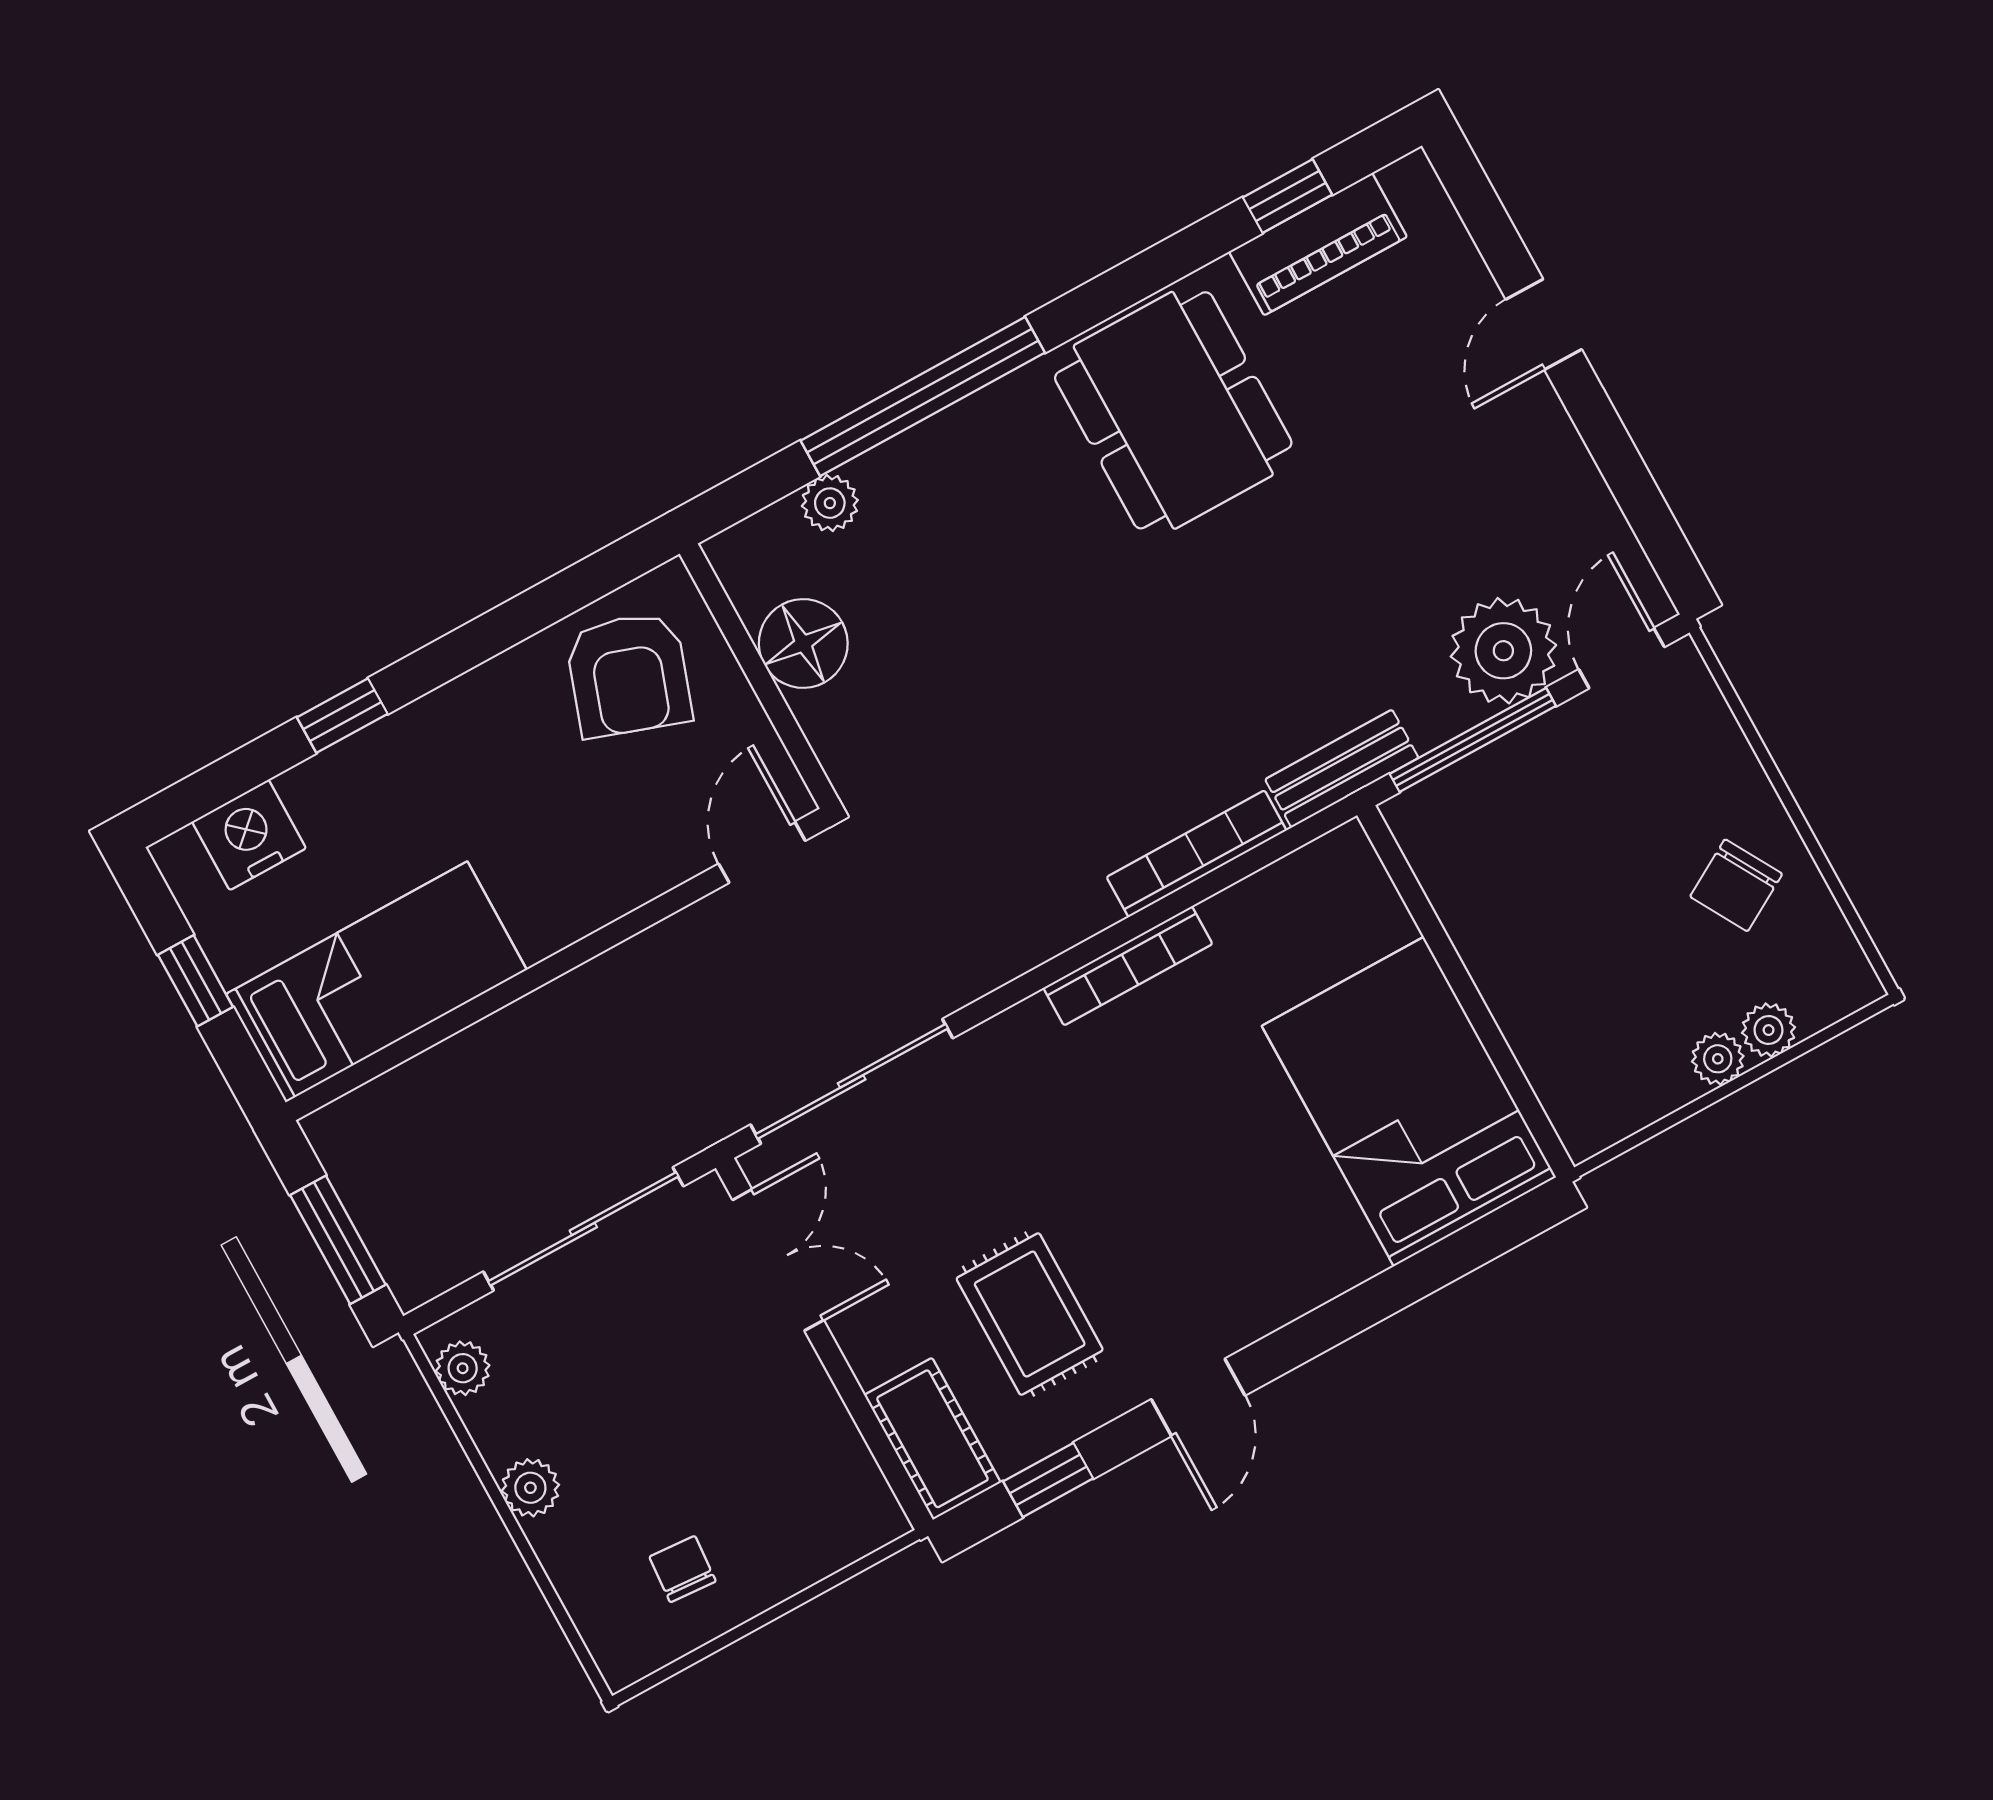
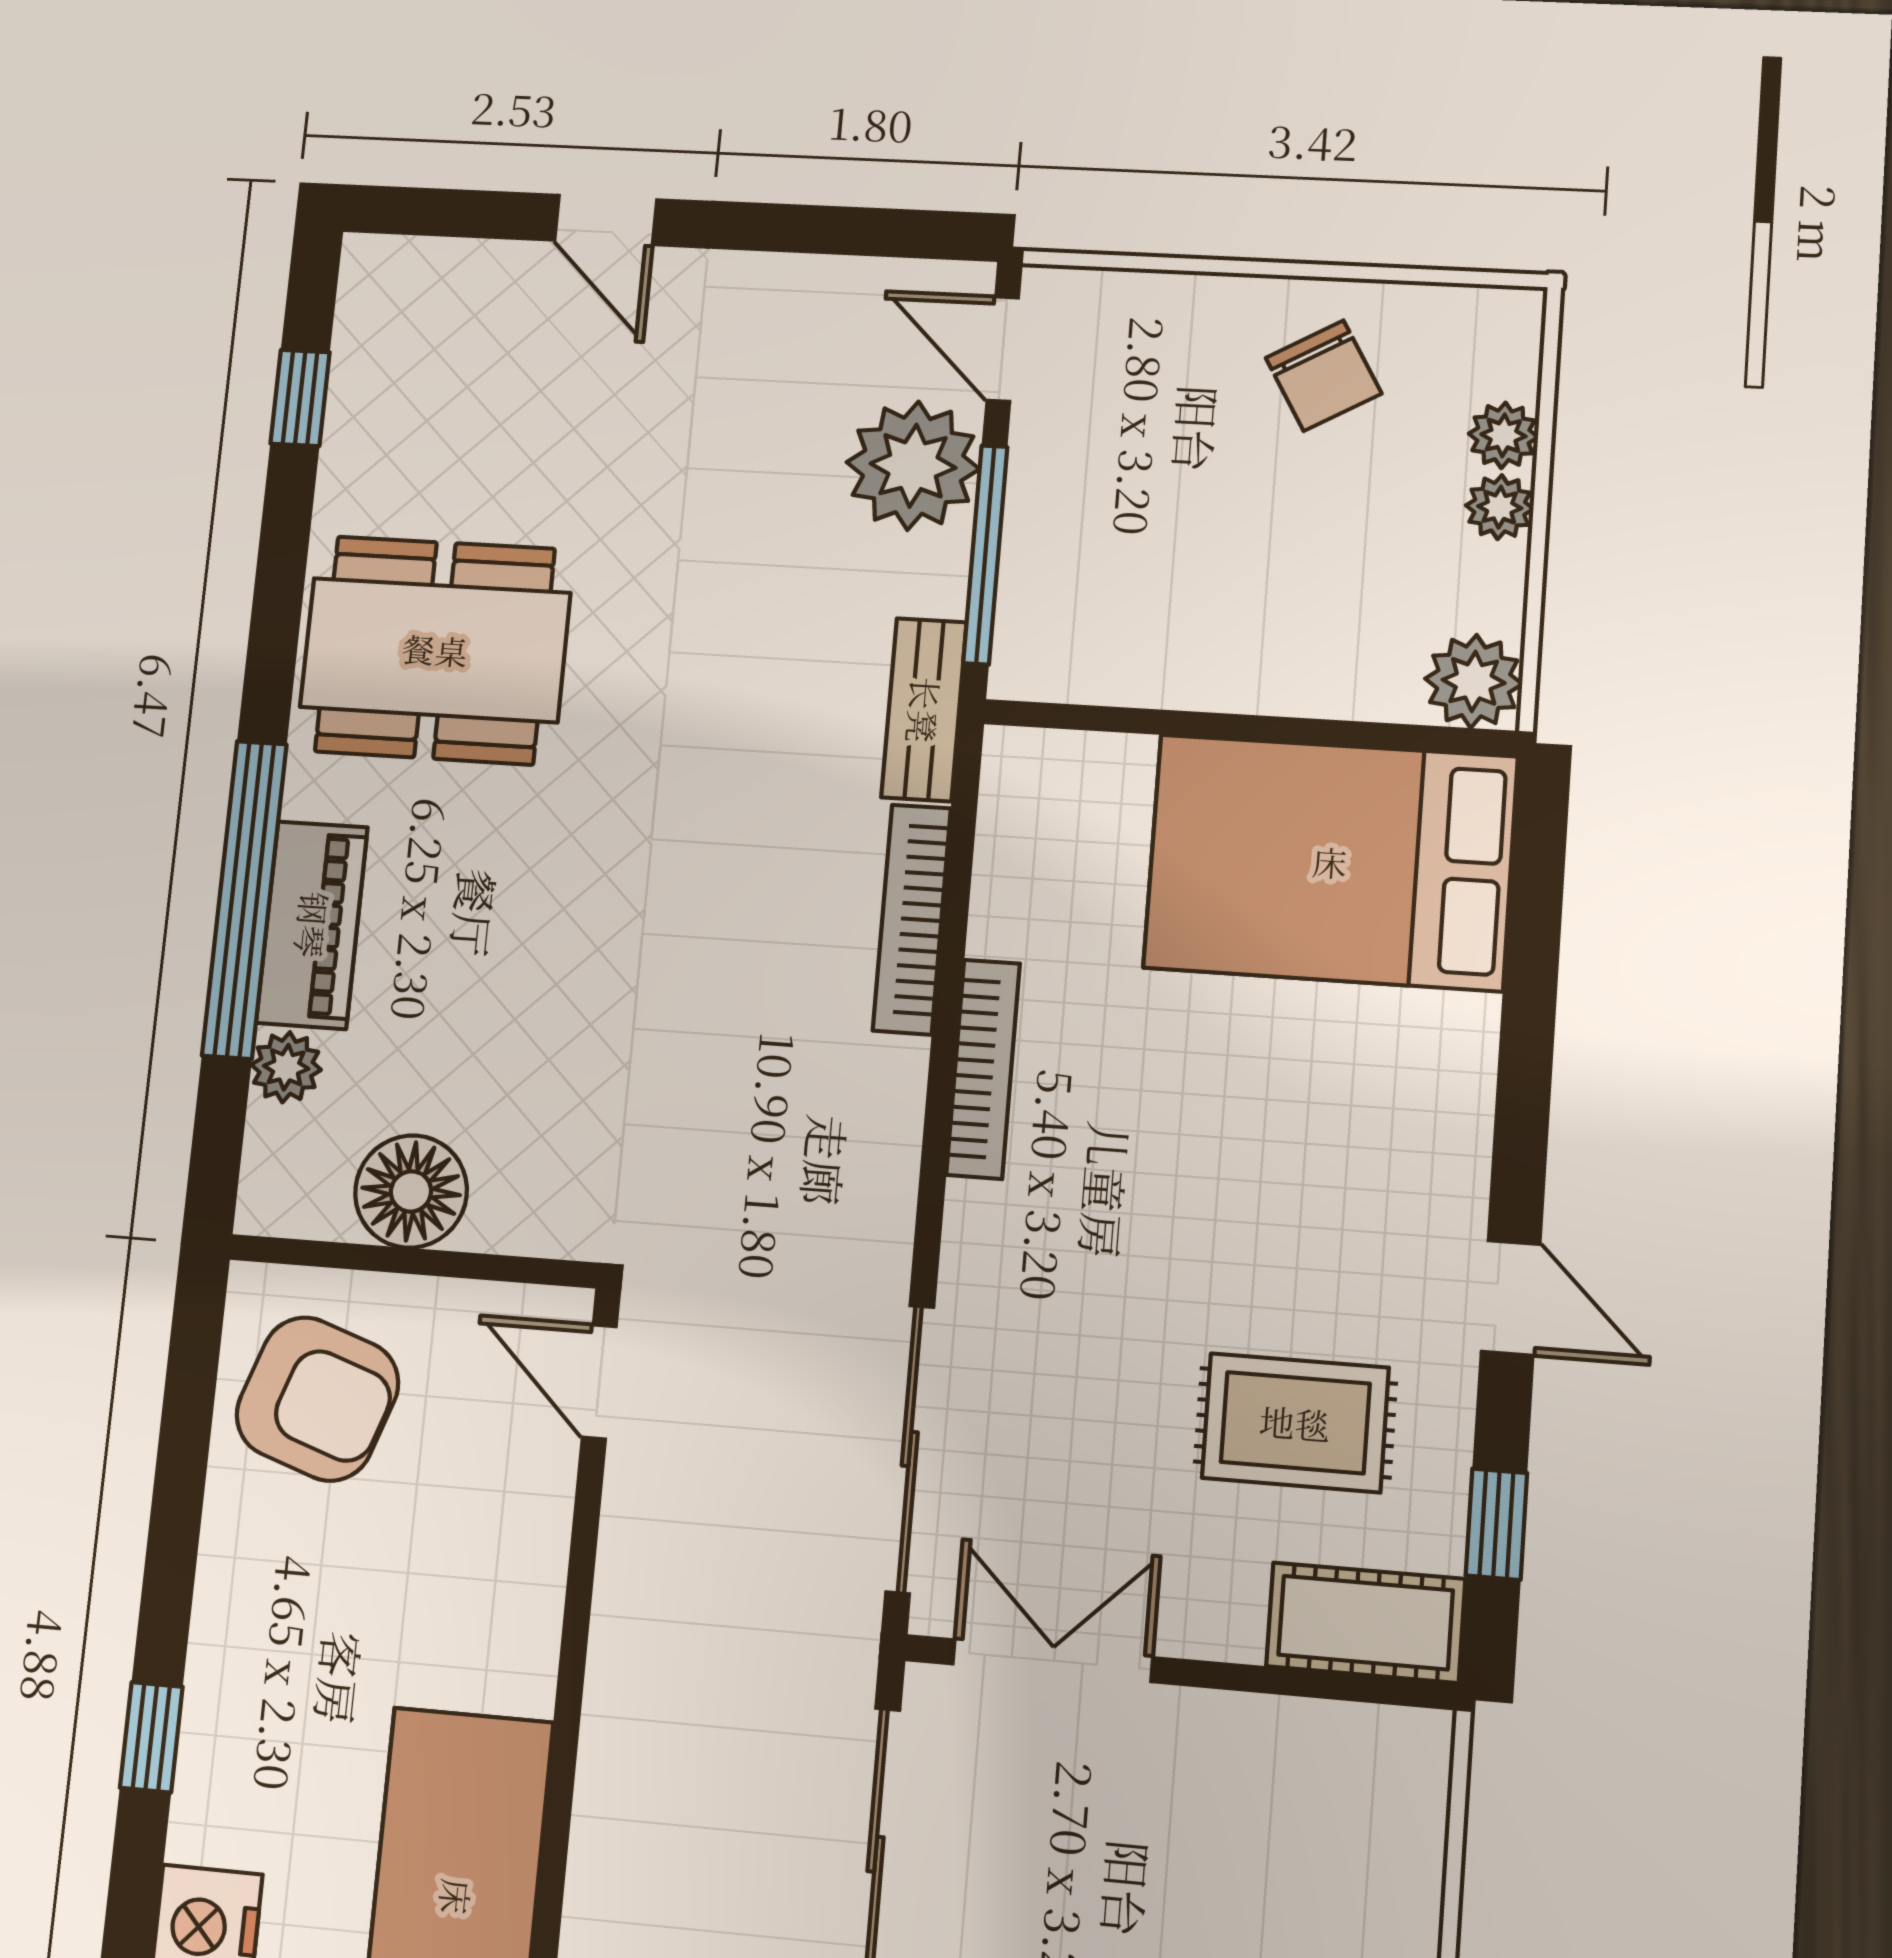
piano: (1318, 244) -> (312, 925), moved
plant: (1589, 1117) -> (1474, 681), added

